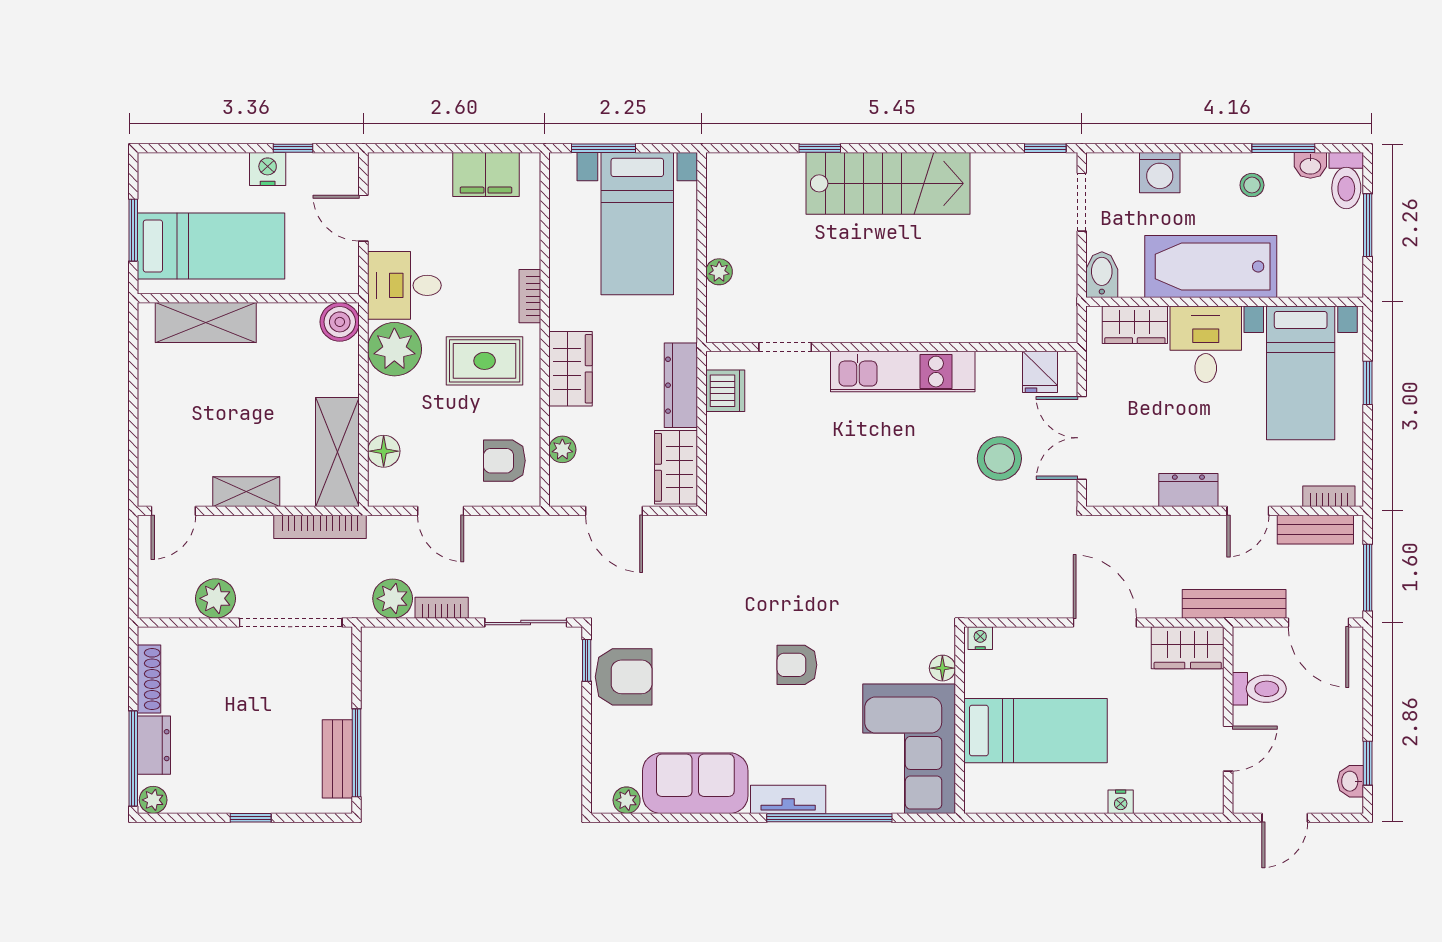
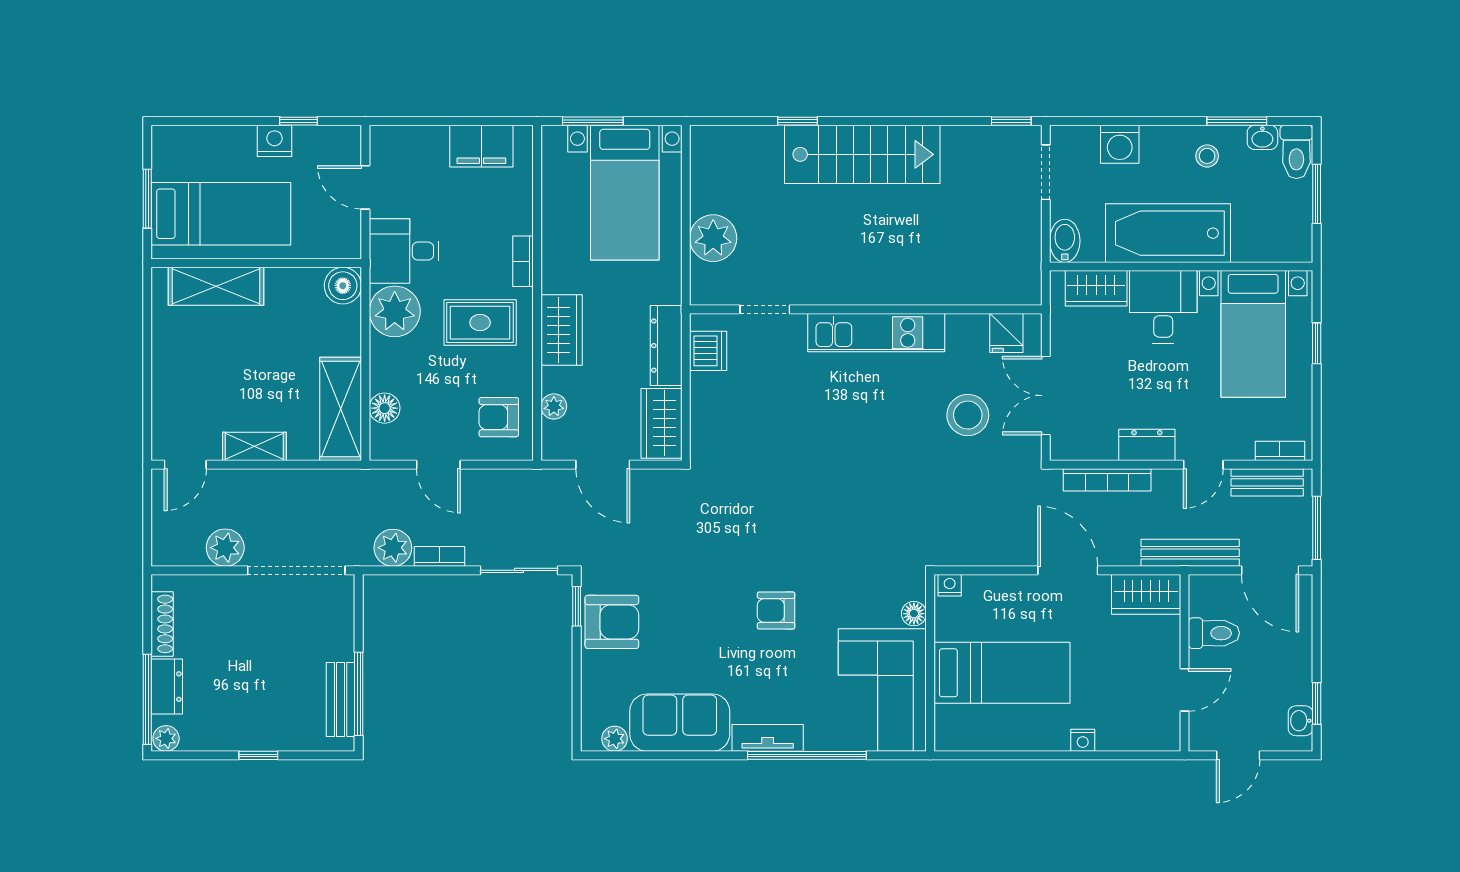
plant: (719, 272) -> (713, 238), width x1.88, depth x1.88
bookcase: (320, 527) -> (1107, 480), moved

